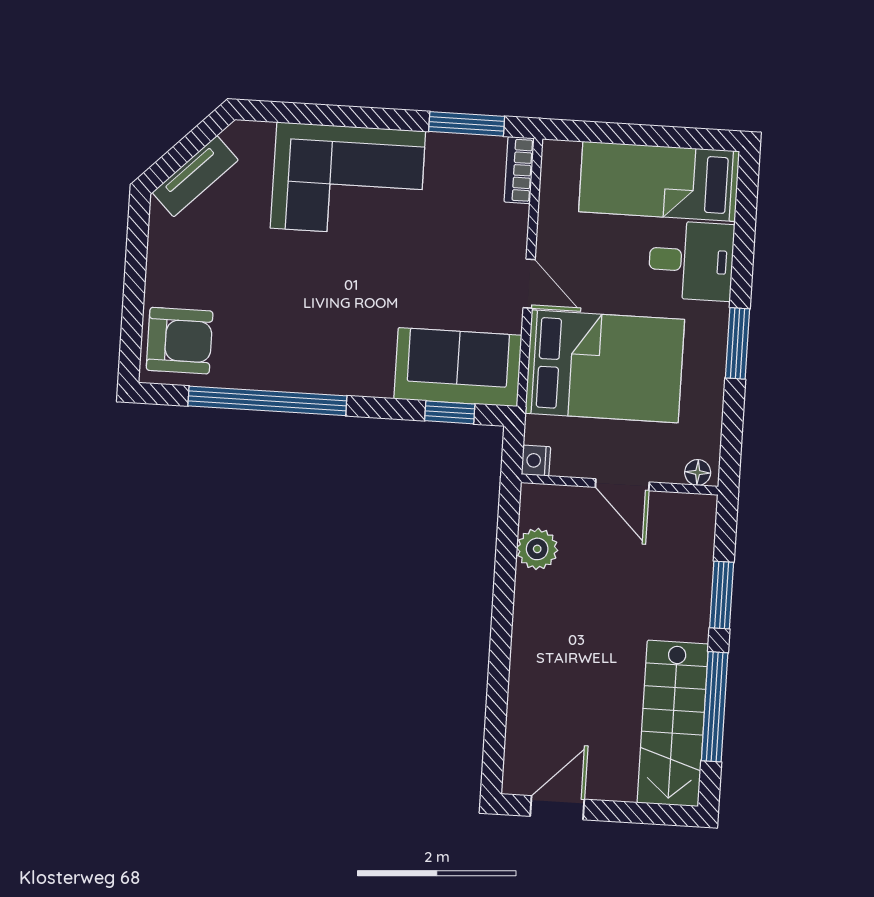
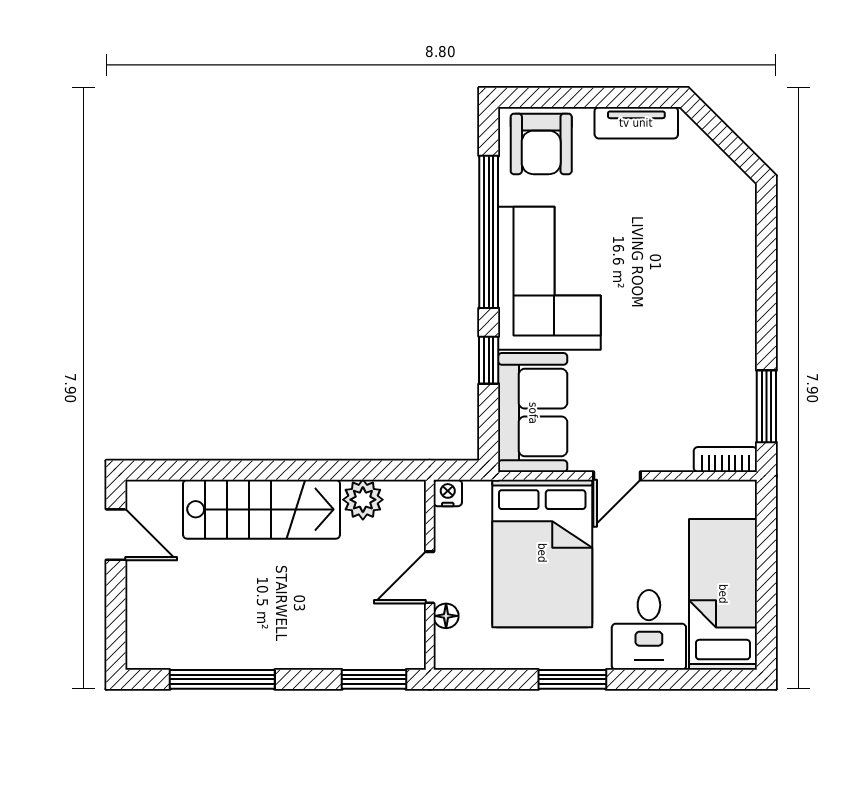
tv unit: (195, 176) -> (636, 123), moved, turned -45
corner sofa: (348, 180) -> (549, 278), moved, turned 180
window: (450, 412) -> (489, 360), moved
floor lamp: (698, 472) -> (446, 616), moved
window: (722, 595) -> (374, 679), moved
stairs: (673, 723) -> (261, 509), moved, turned 180

